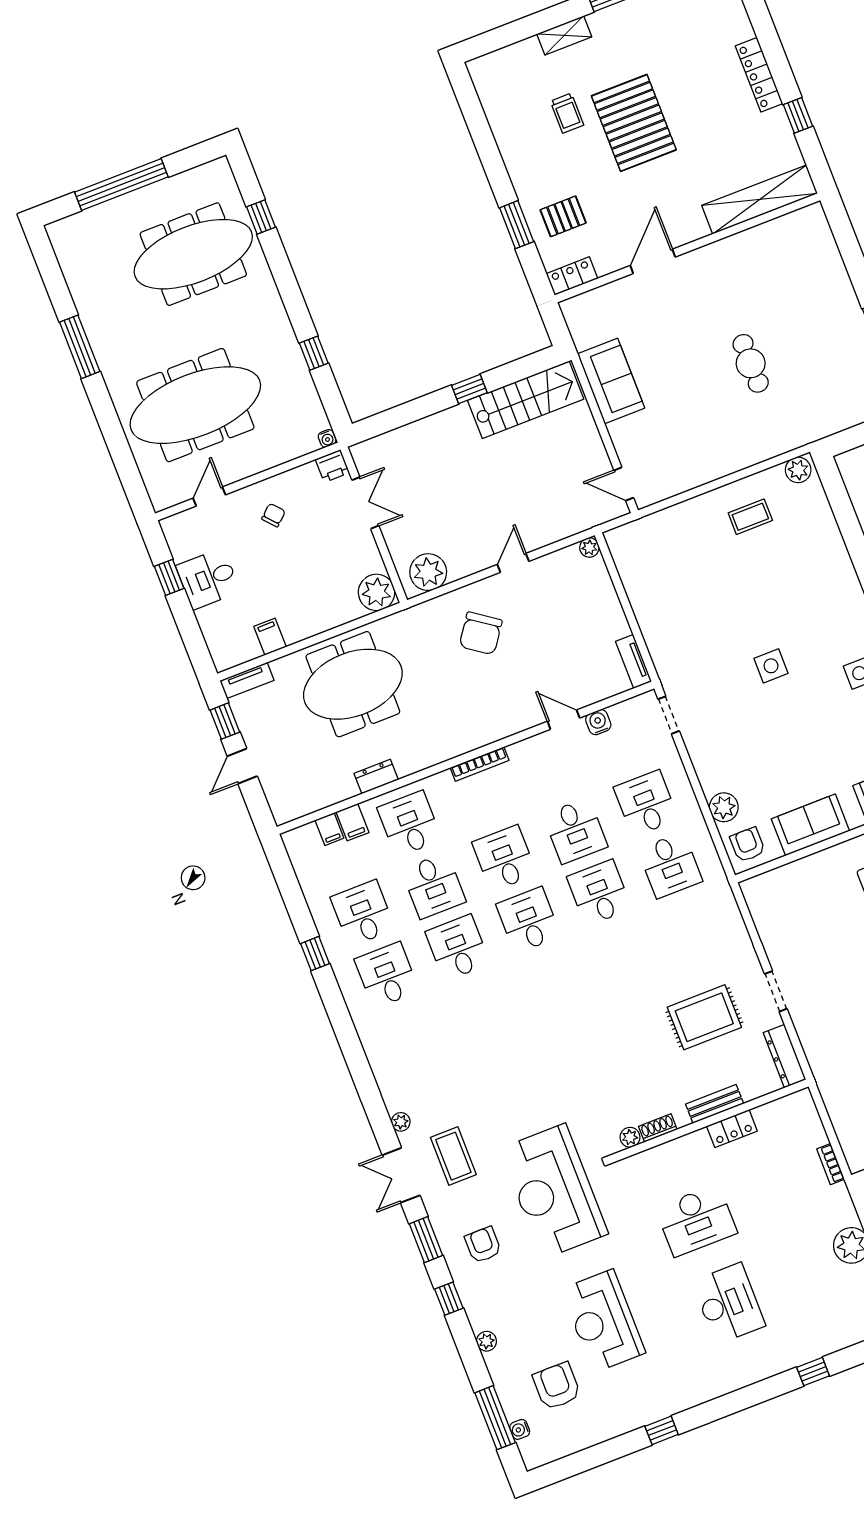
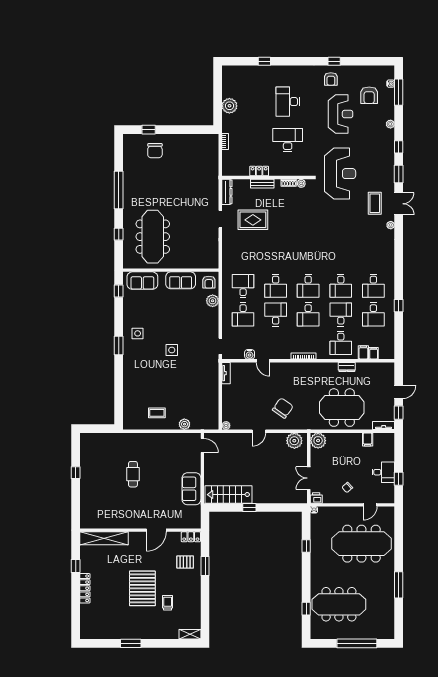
shelving: (564, 35) -> (190, 634), moved
plant: (798, 470) -> (184, 424), moved
armchair: (483, 1245) -> (331, 79), moved

